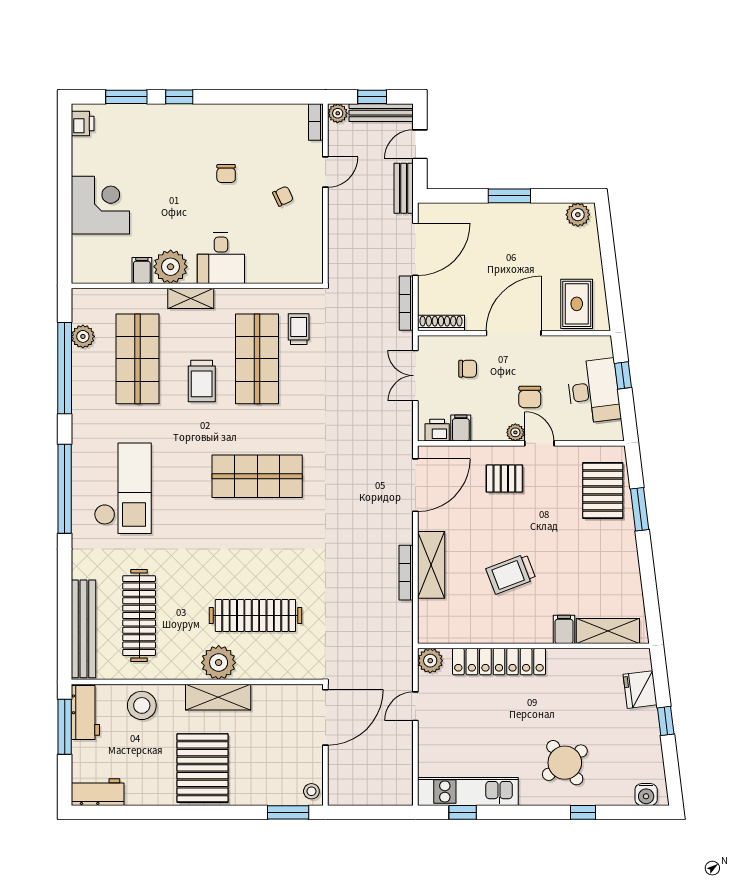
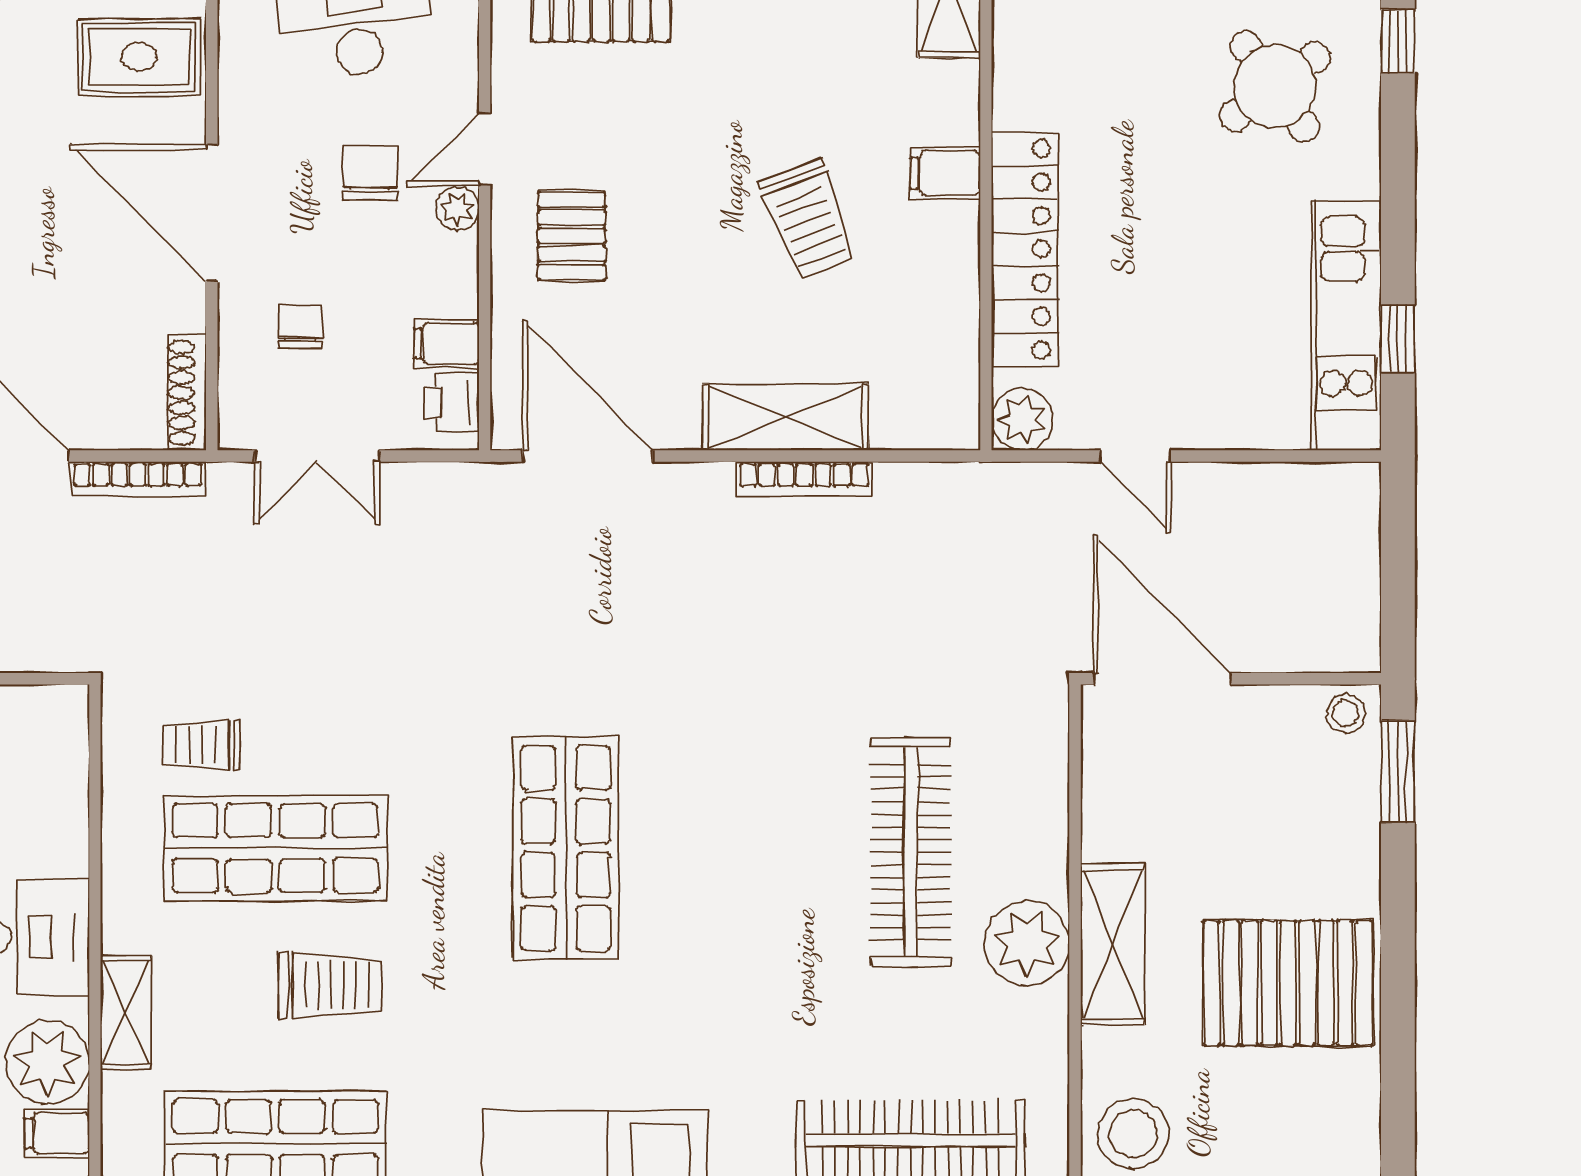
chair: (530, 397) -> (370, 173), turned -90
filing cabinet: (564, 629) -> (945, 173), moved

